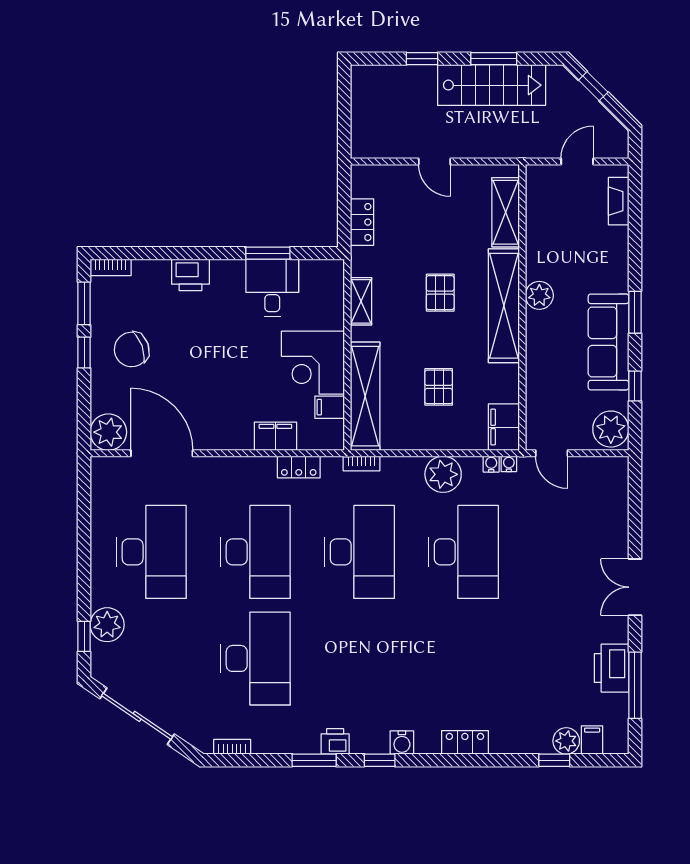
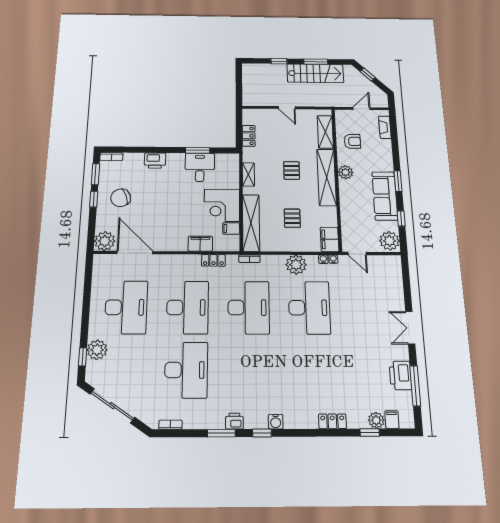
armchair: (555, 232) -> (352, 141), added
locker: (465, 742) -> (332, 421), moved

